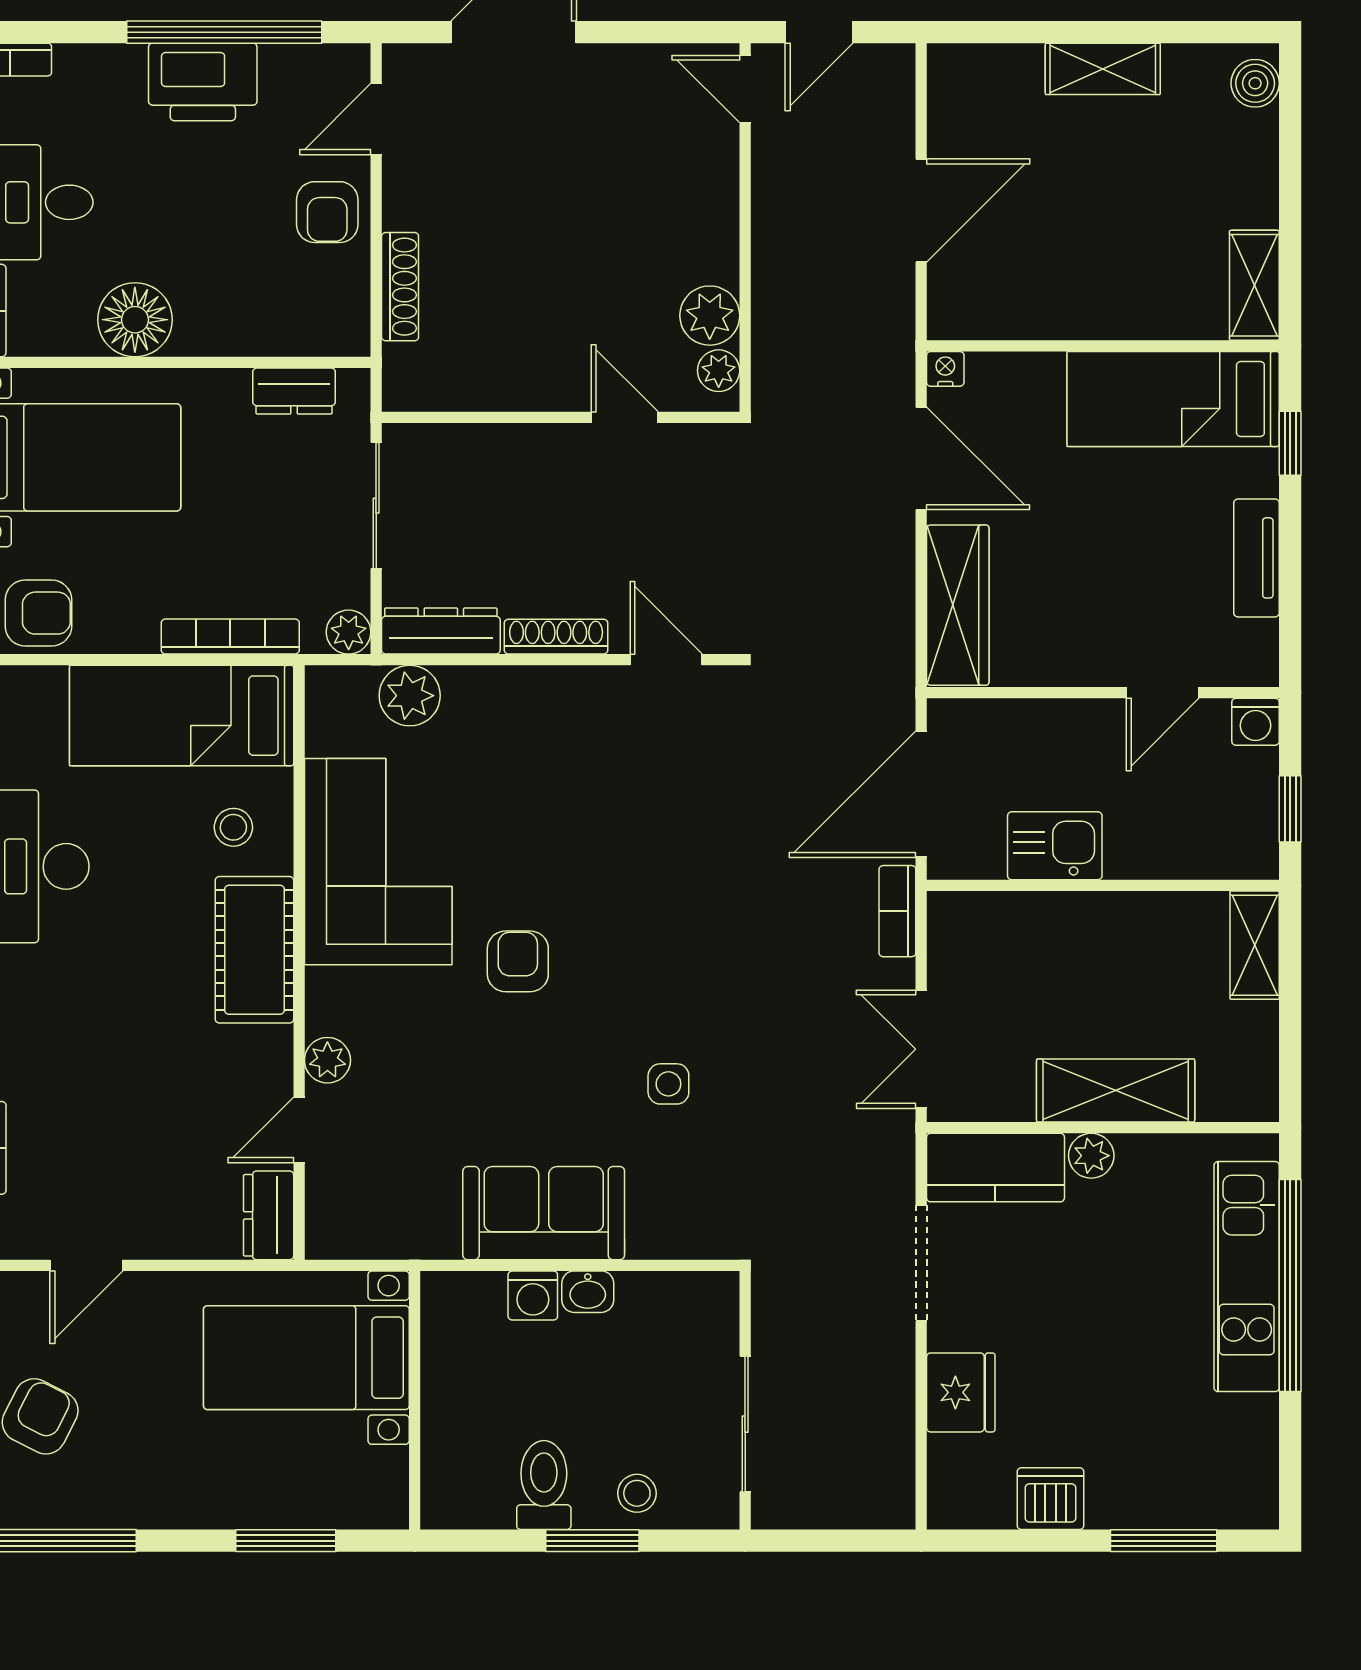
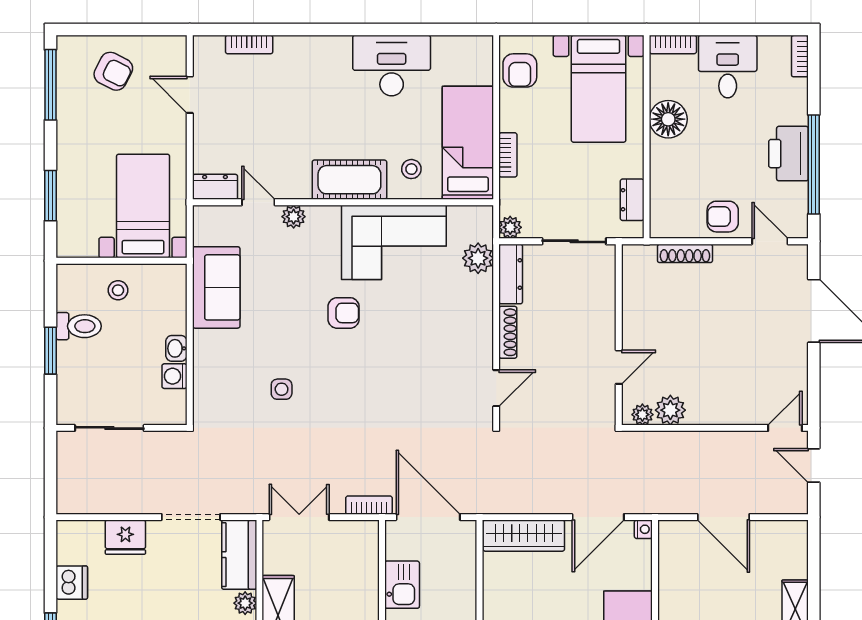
bookcase: (230, 637) -> (508, 155), width x0.64
sofa: (544, 1213) -> (216, 287), moved
washing machine: (533, 1295) -> (174, 376), moved
stool: (637, 1493) -> (118, 290), moved

